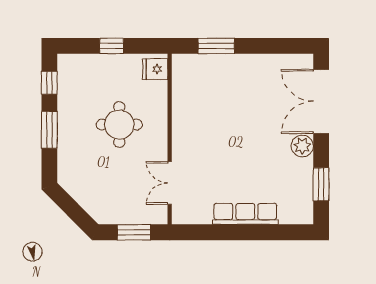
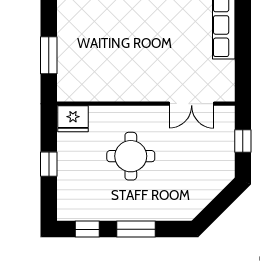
fridge: (155, 69) -> (73, 119), width x1.38
window: (134, 232) -> (243, 141), width x0.67

